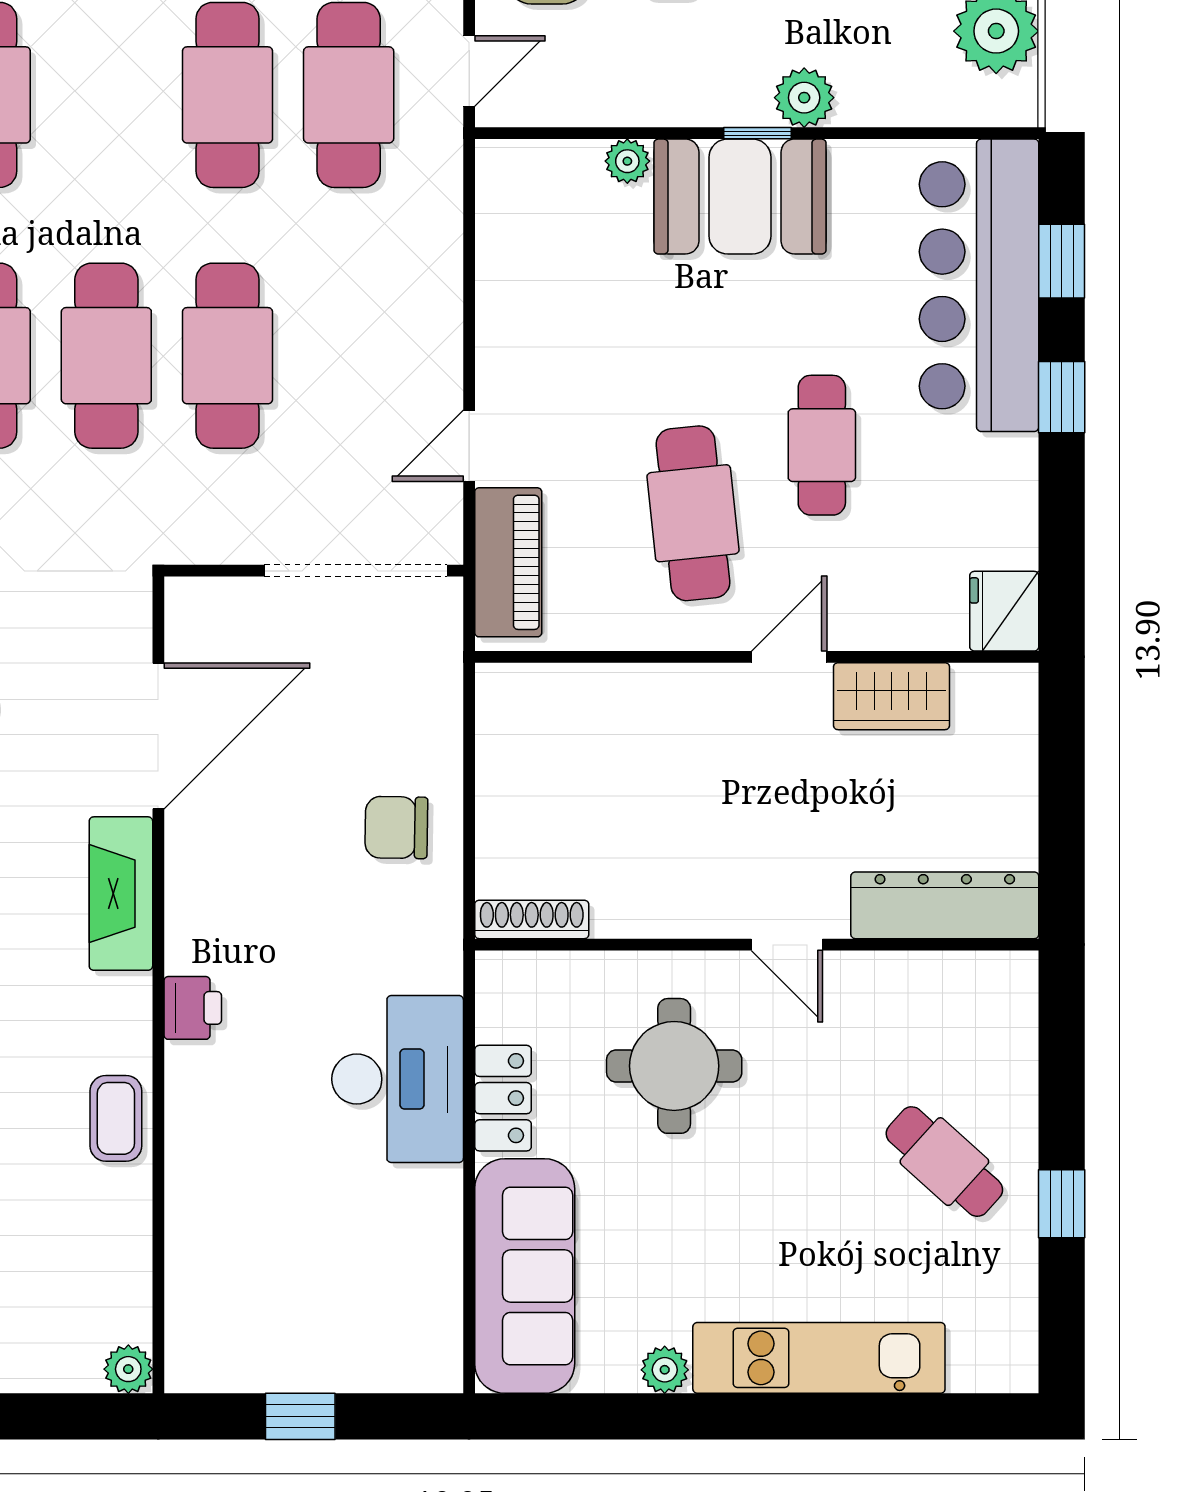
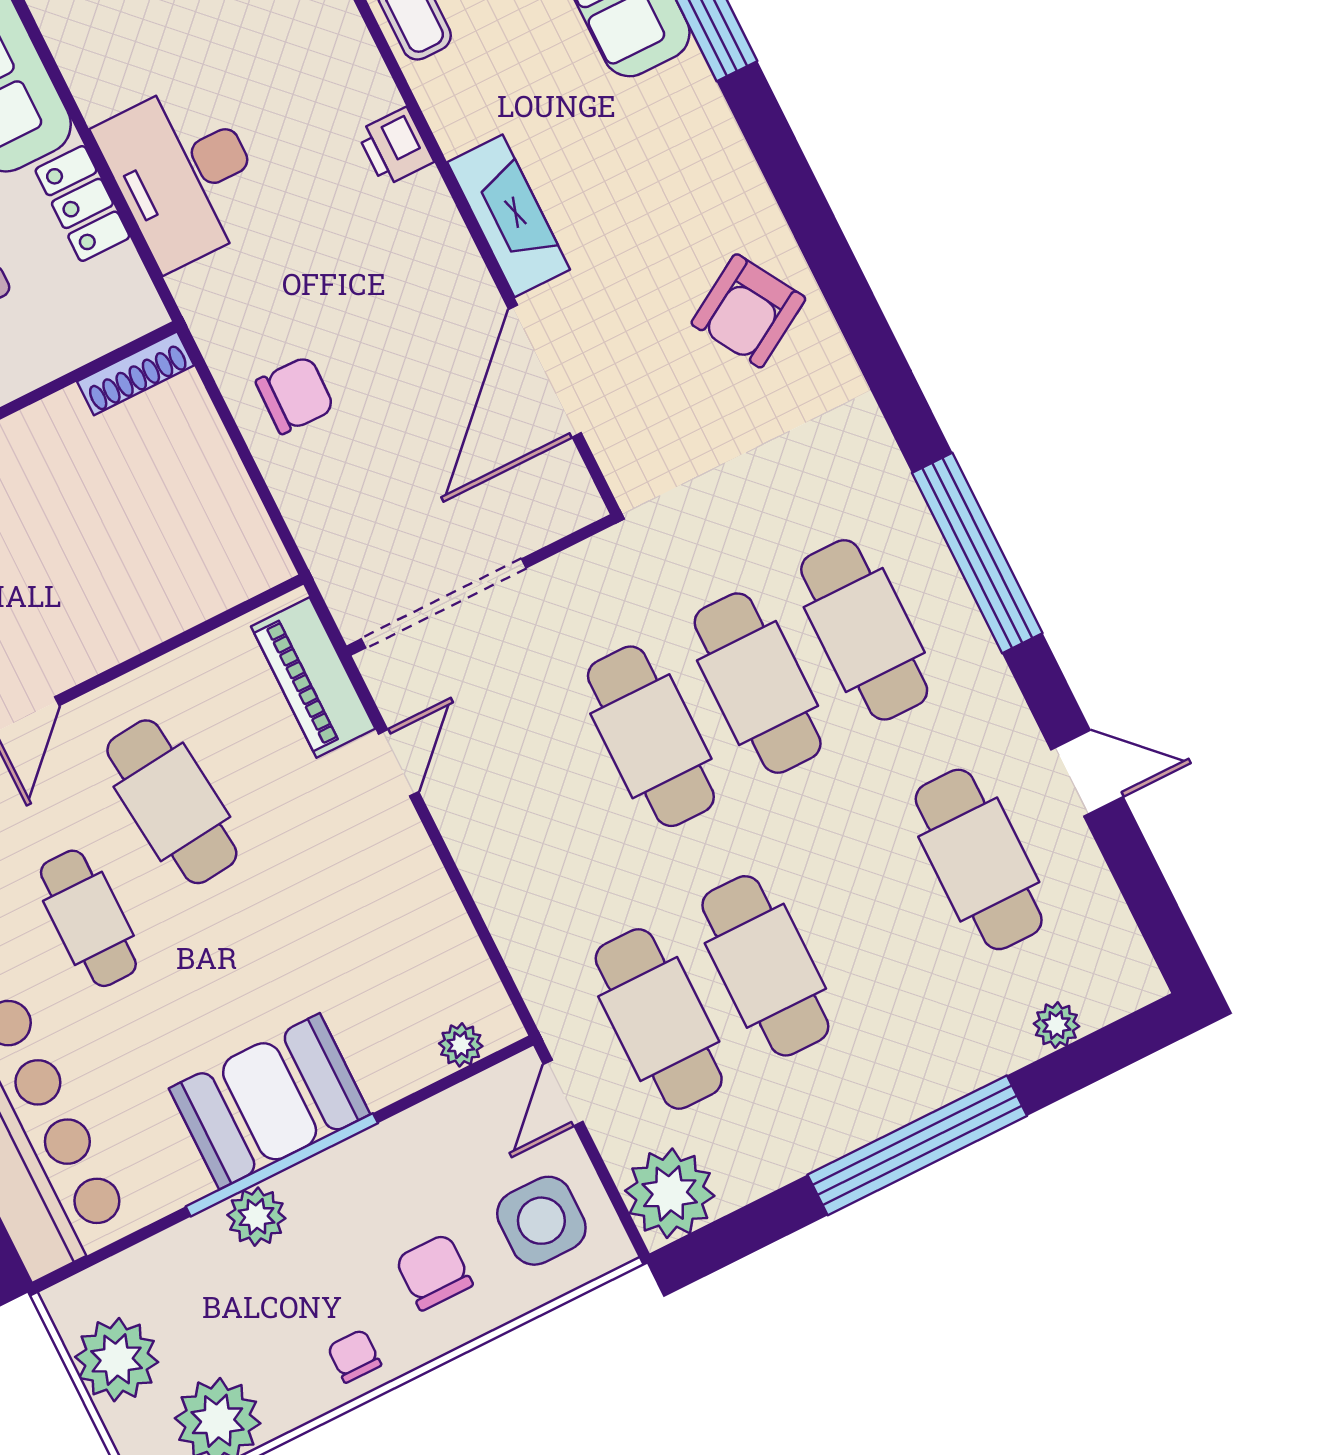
window: (758, 133) -> (282, 1165), width x3.17
plant: (627, 161) -> (461, 1045), moved

